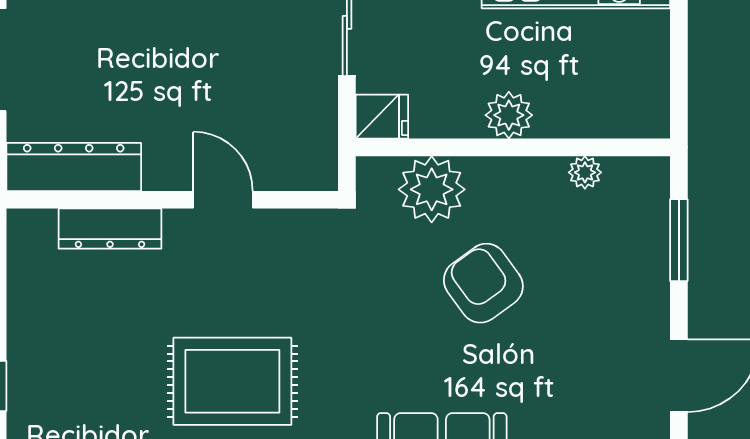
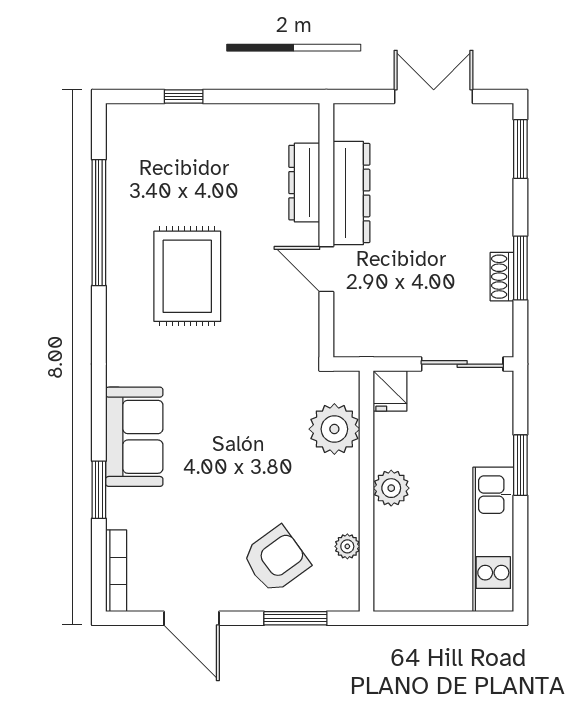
dresser: (74, 167) -> (351, 193), moved
door: (223, 200) -> (326, 269), swing flipped
armchair: (483, 283) -> (276, 560), moved

